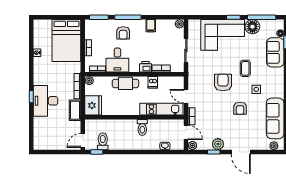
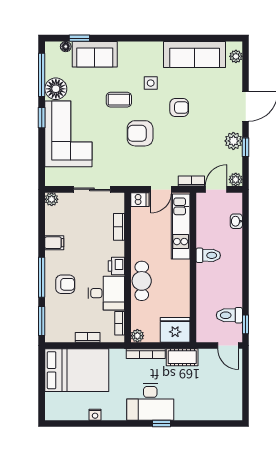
printer: (145, 67) -> (116, 266), moved
dishwasher: (153, 82) -> (140, 200), moved
desk: (45, 101) -> (150, 402), moved

